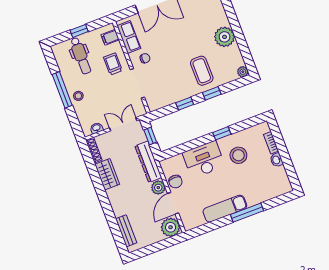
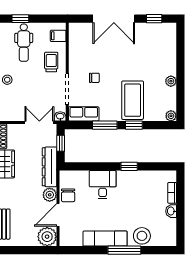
window: (79, 31) -> (20, 19), moved
row of seats: (129, 37) -> (84, 114), moved, turned -90
plant: (225, 37) -> (171, 81), width x0.53, depth x0.53
chair: (145, 58) -> (94, 78), moved
coffee table: (202, 71) -> (133, 100), width x1.36, depth x1.32
window: (185, 104) -> (105, 125), width x1.50
washbasin: (96, 128) -> (60, 116), moved
stool: (238, 155) -> (142, 236), moved
desk: (204, 160) -> (103, 185), width x0.73

